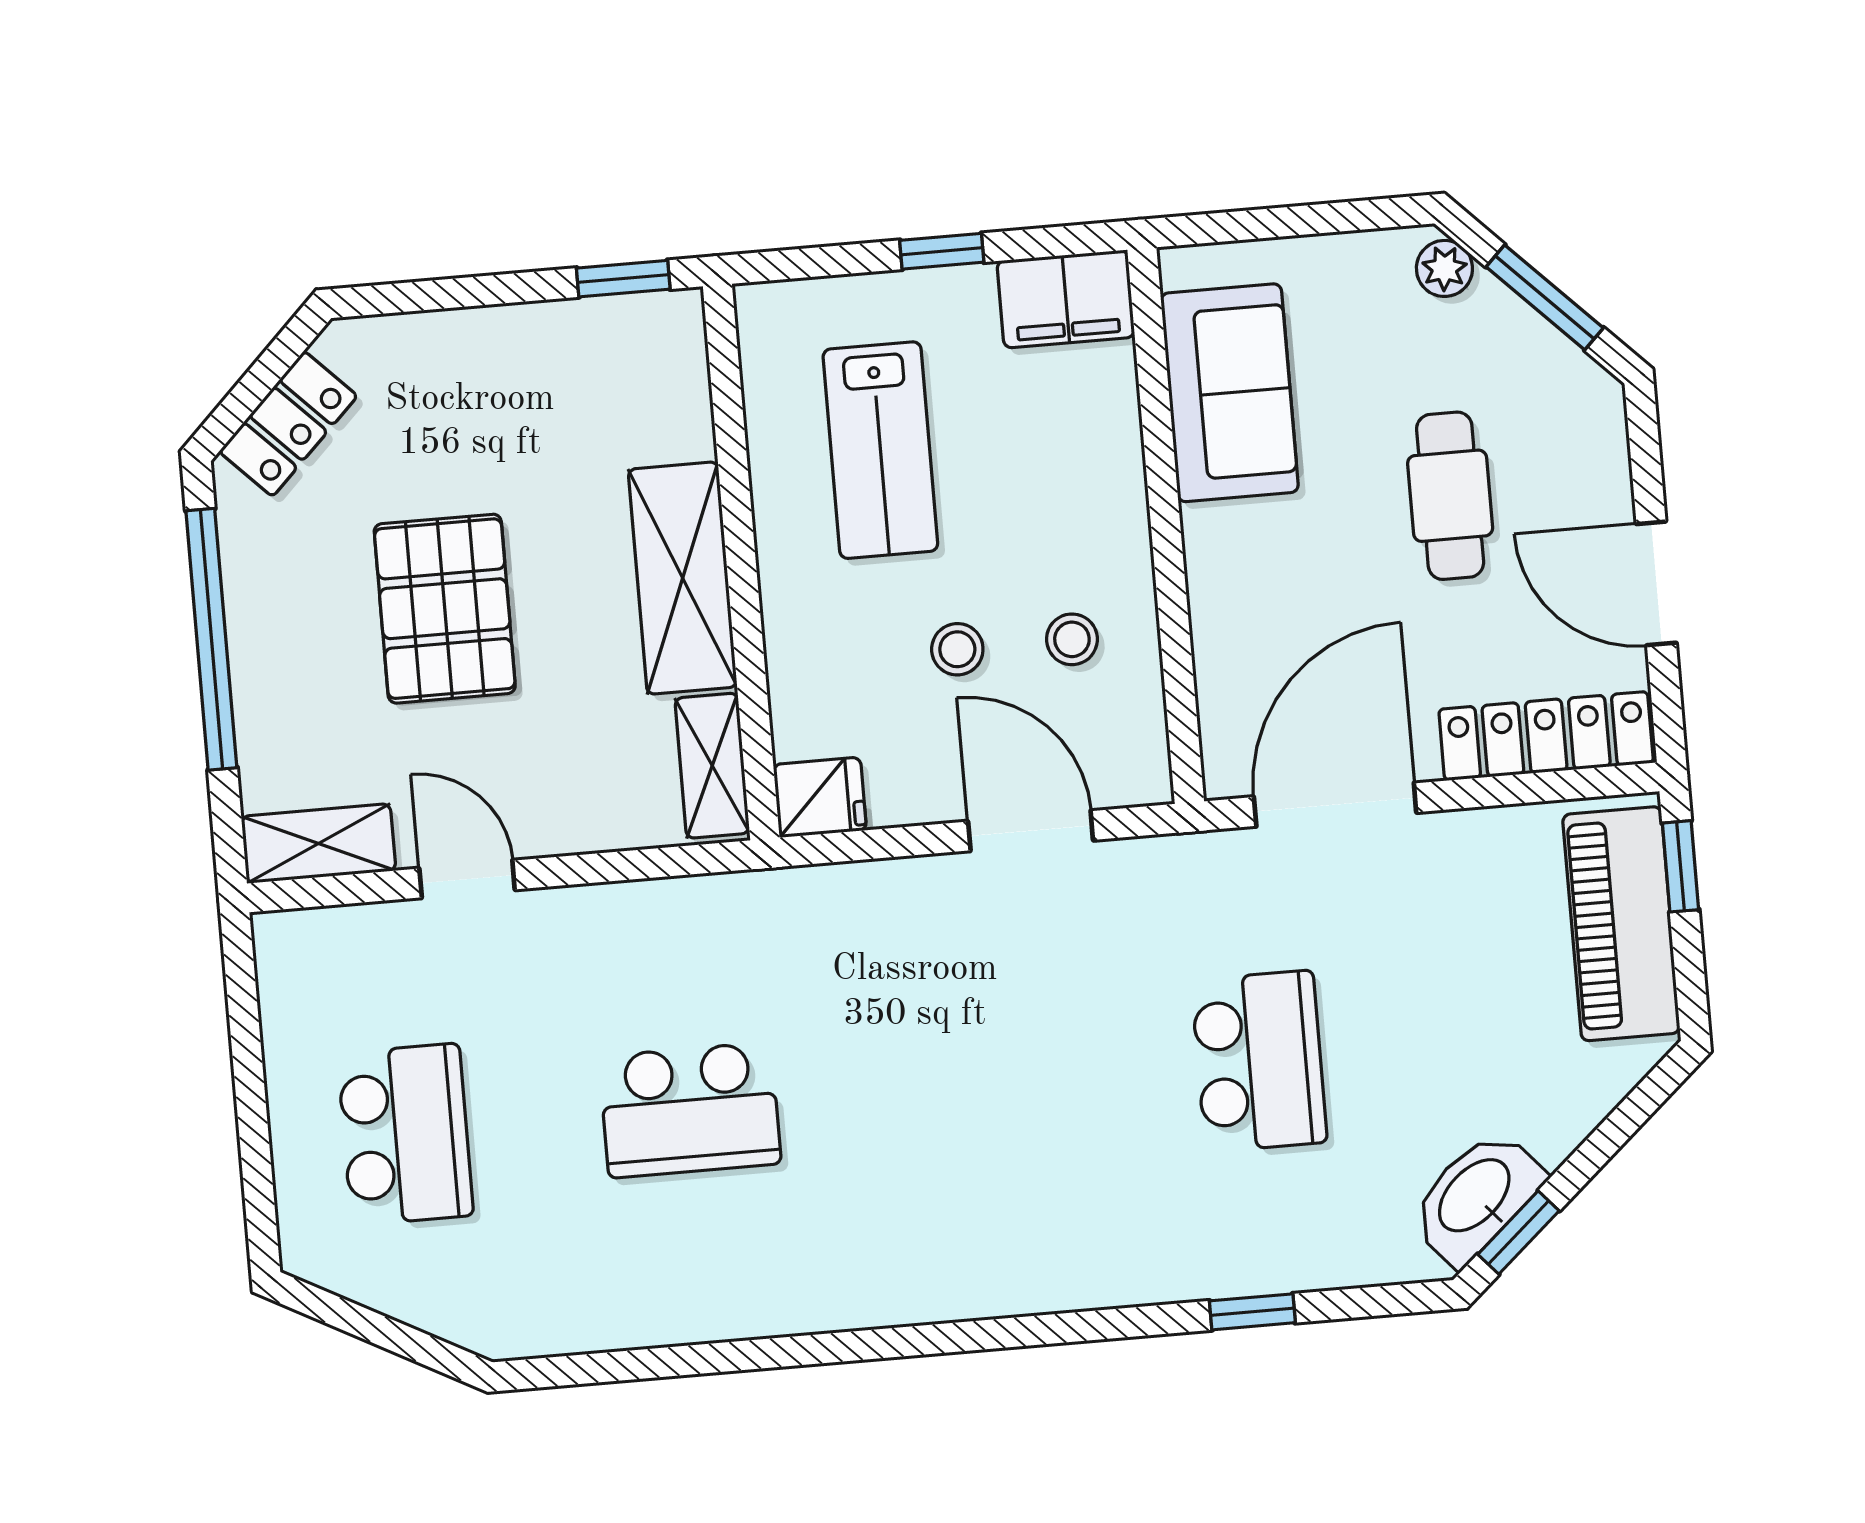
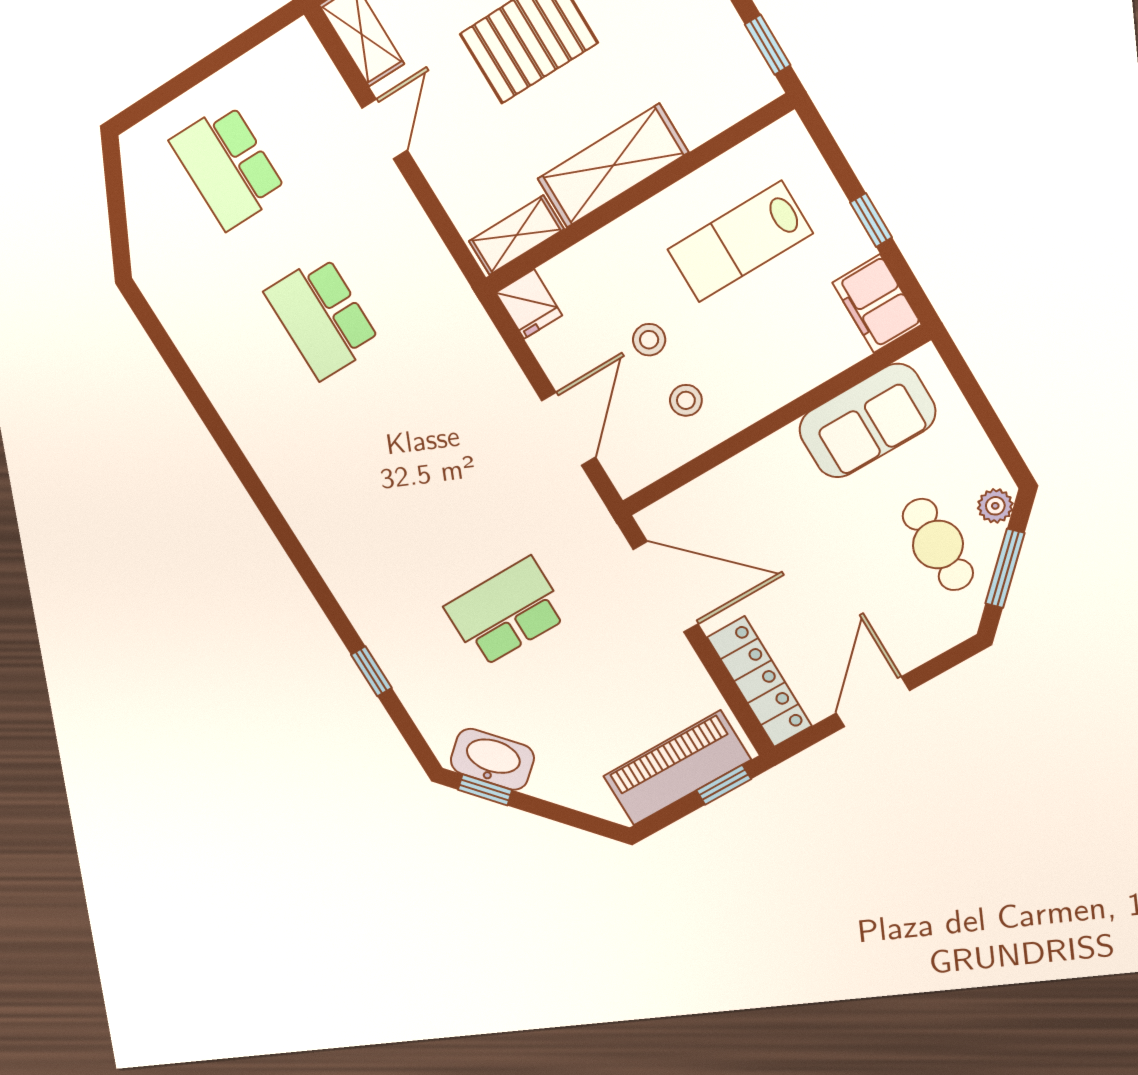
cafe table: (1450, 496) -> (938, 545), moved, turned 90
school desk: (1259, 1061) -> (506, 612), turned 180
school desk: (405, 1134) -> (228, 167), turned 90

